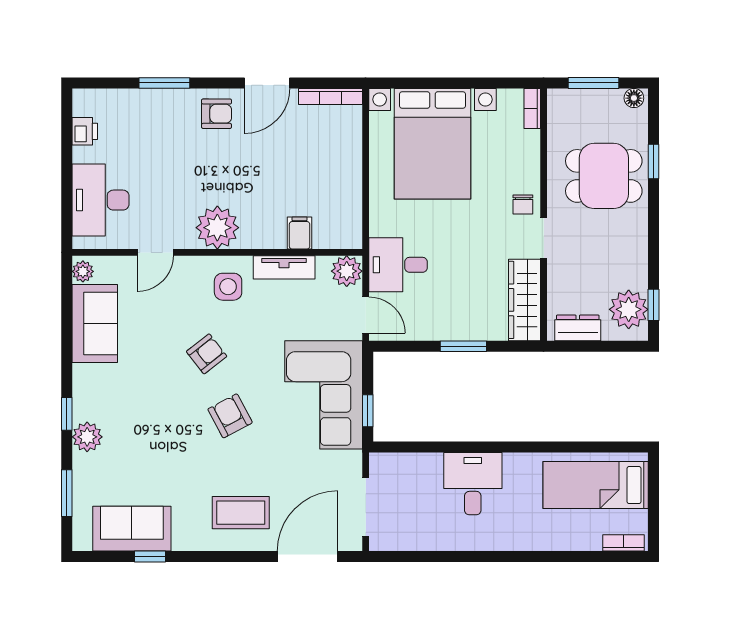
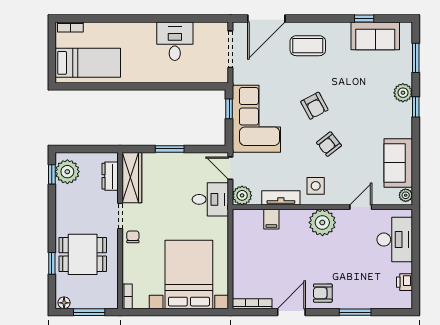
dresser: (578, 328) -> (110, 176), moved, turned 90
desk: (473, 484) -> (175, 41), moved, turned 180

